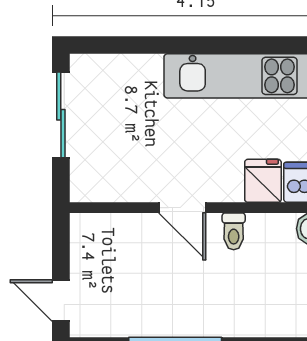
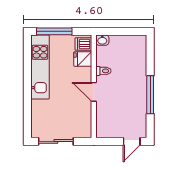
door: (182, 208) -> (94, 92), swing flipped

